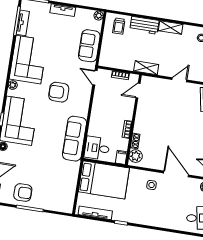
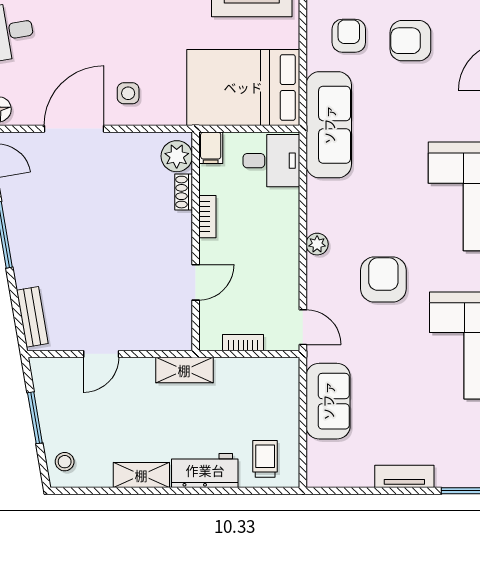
plant: (99, 16) -> (317, 244), moved
door: (138, 91) -> (196, 282), moved
armchair: (59, 92) -> (383, 280), turned -90
sofa: (74, 139) -> (329, 125), moved
door: (176, 174) -> (74, 129), swing flipped
armchair: (23, 193) -> (410, 41), moved
armchair: (57, 194) -> (349, 36), added

